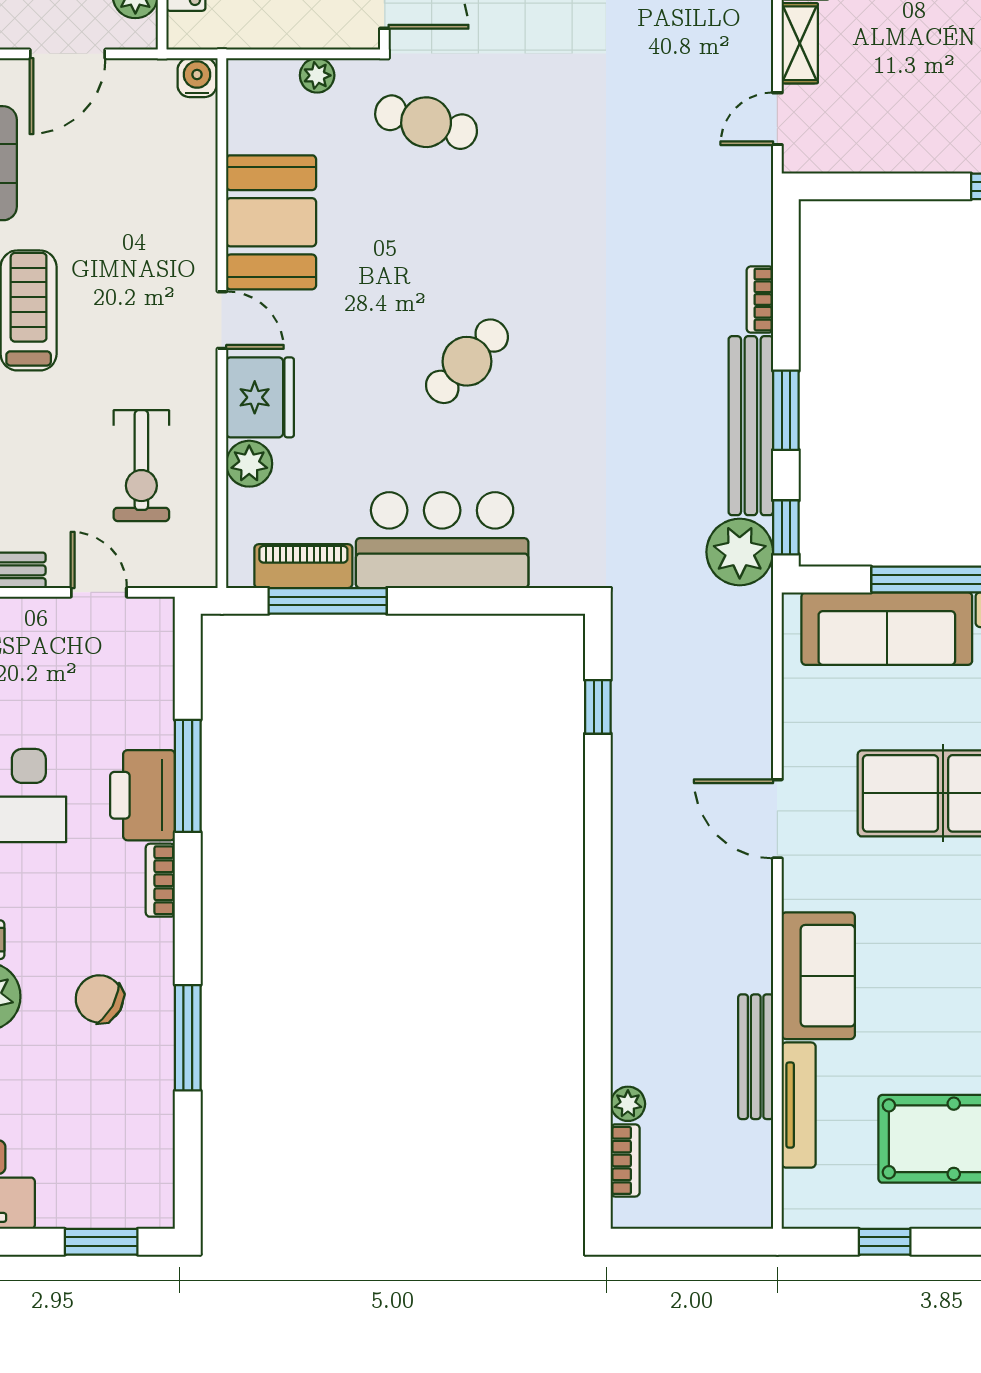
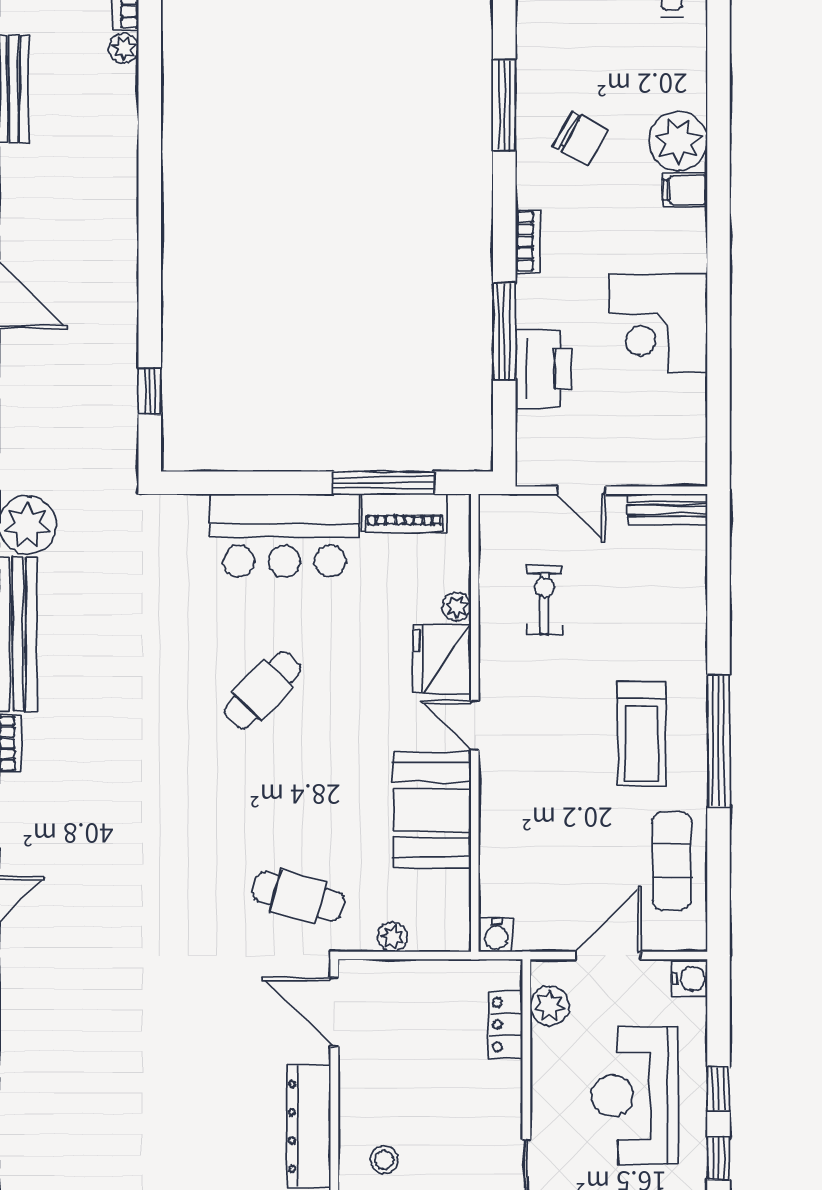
plant: (249, 464) -> (457, 607), width x0.73, depth x0.73
exercise bike: (141, 466) -> (544, 600), width x0.73, depth x0.72
printer: (143, 795) -> (543, 369), moved

